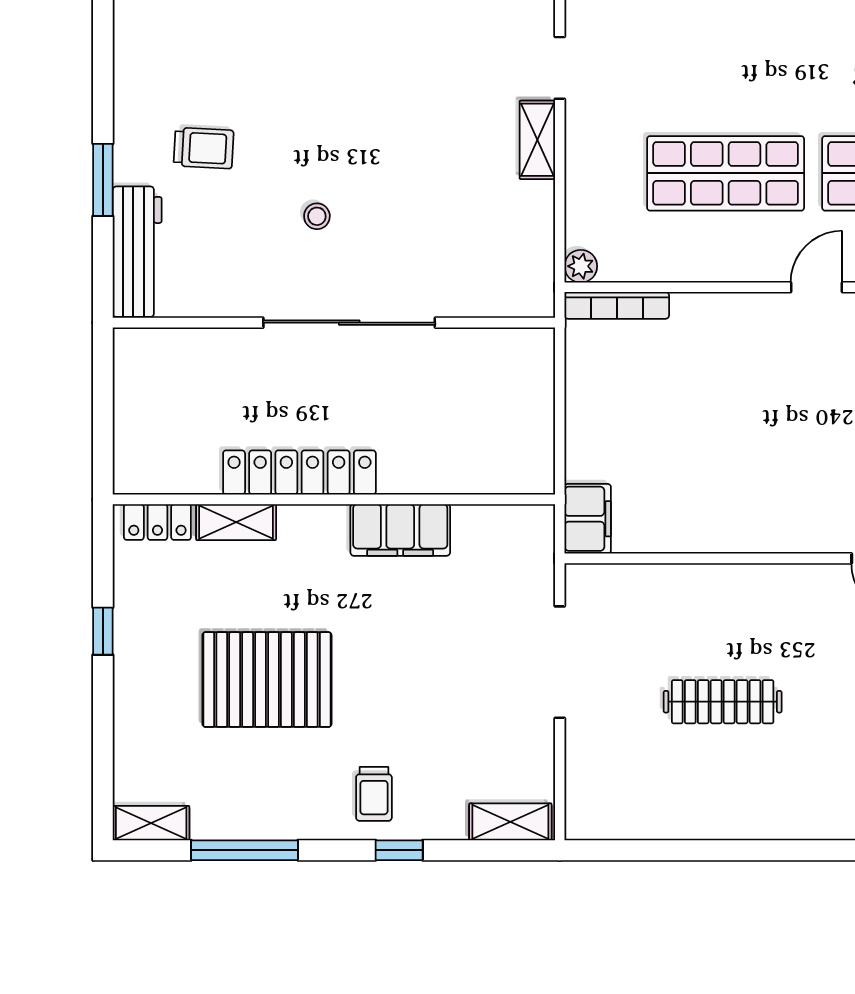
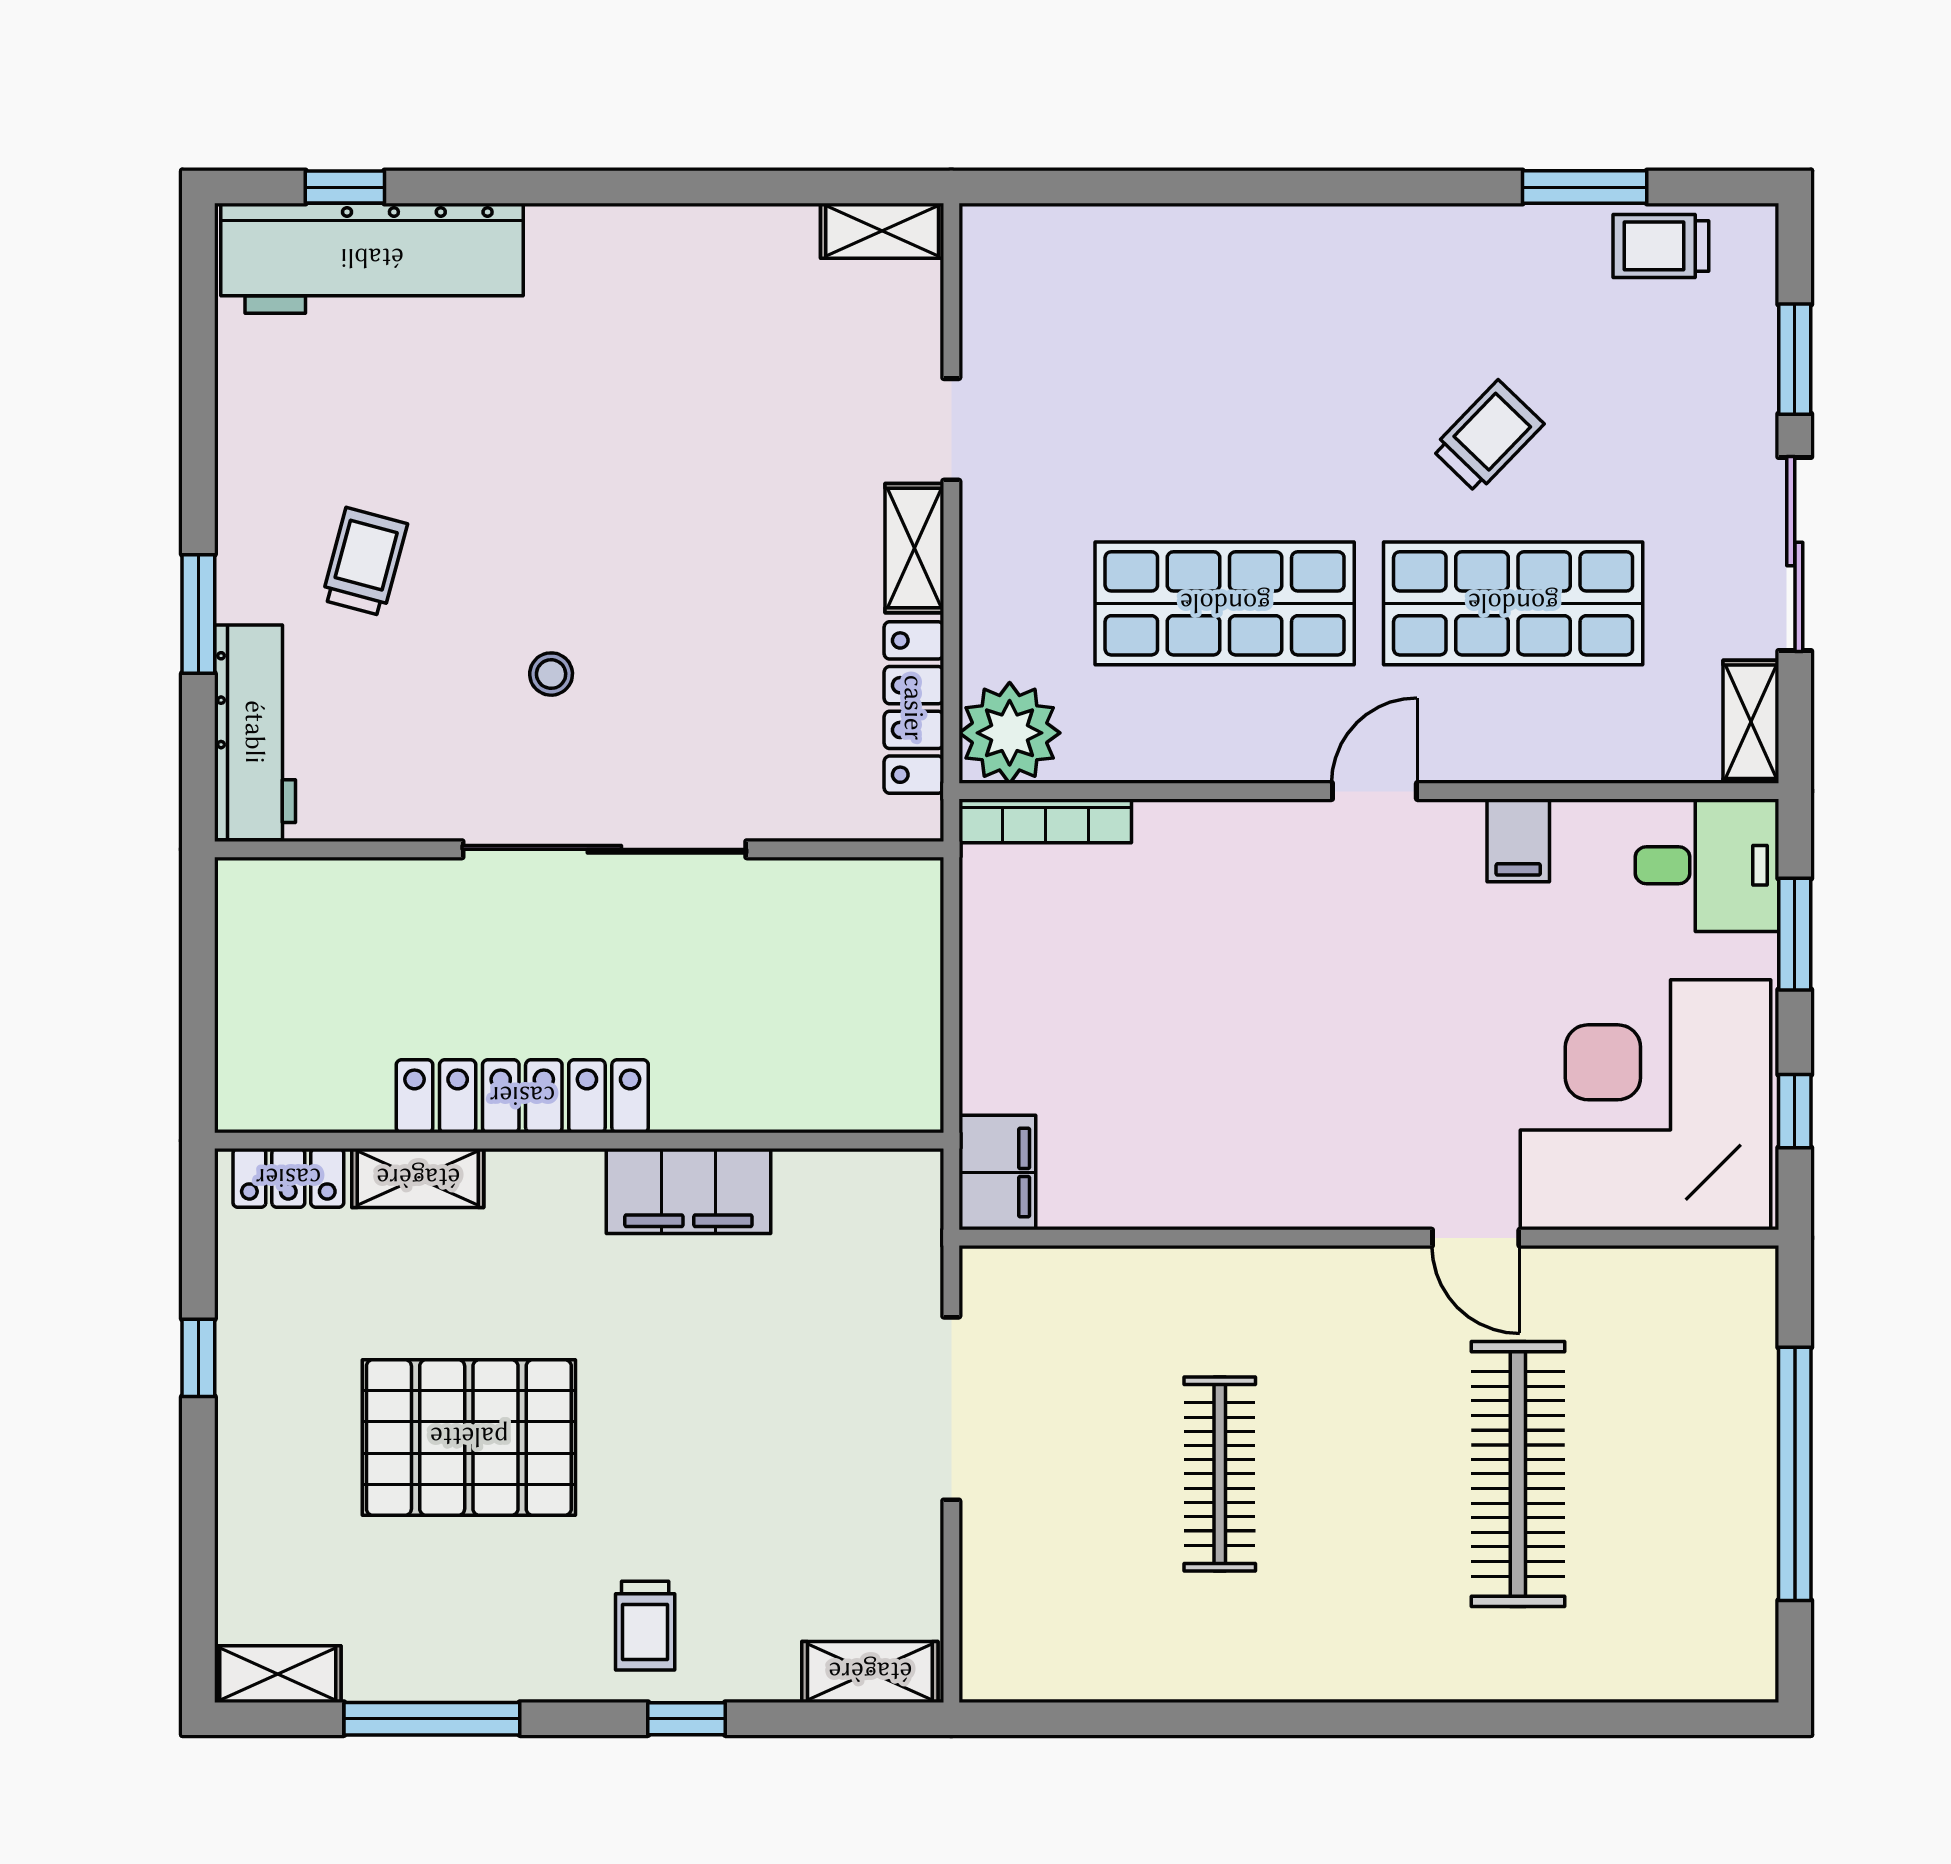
trolley: (204, 148) -> (364, 562), turned -78
locker: (537, 237) -> (914, 708), added
plant: (581, 266) -> (1010, 733), width x1.87, depth x1.87
clothes rail: (723, 702) -> (1220, 1474), turned 90

